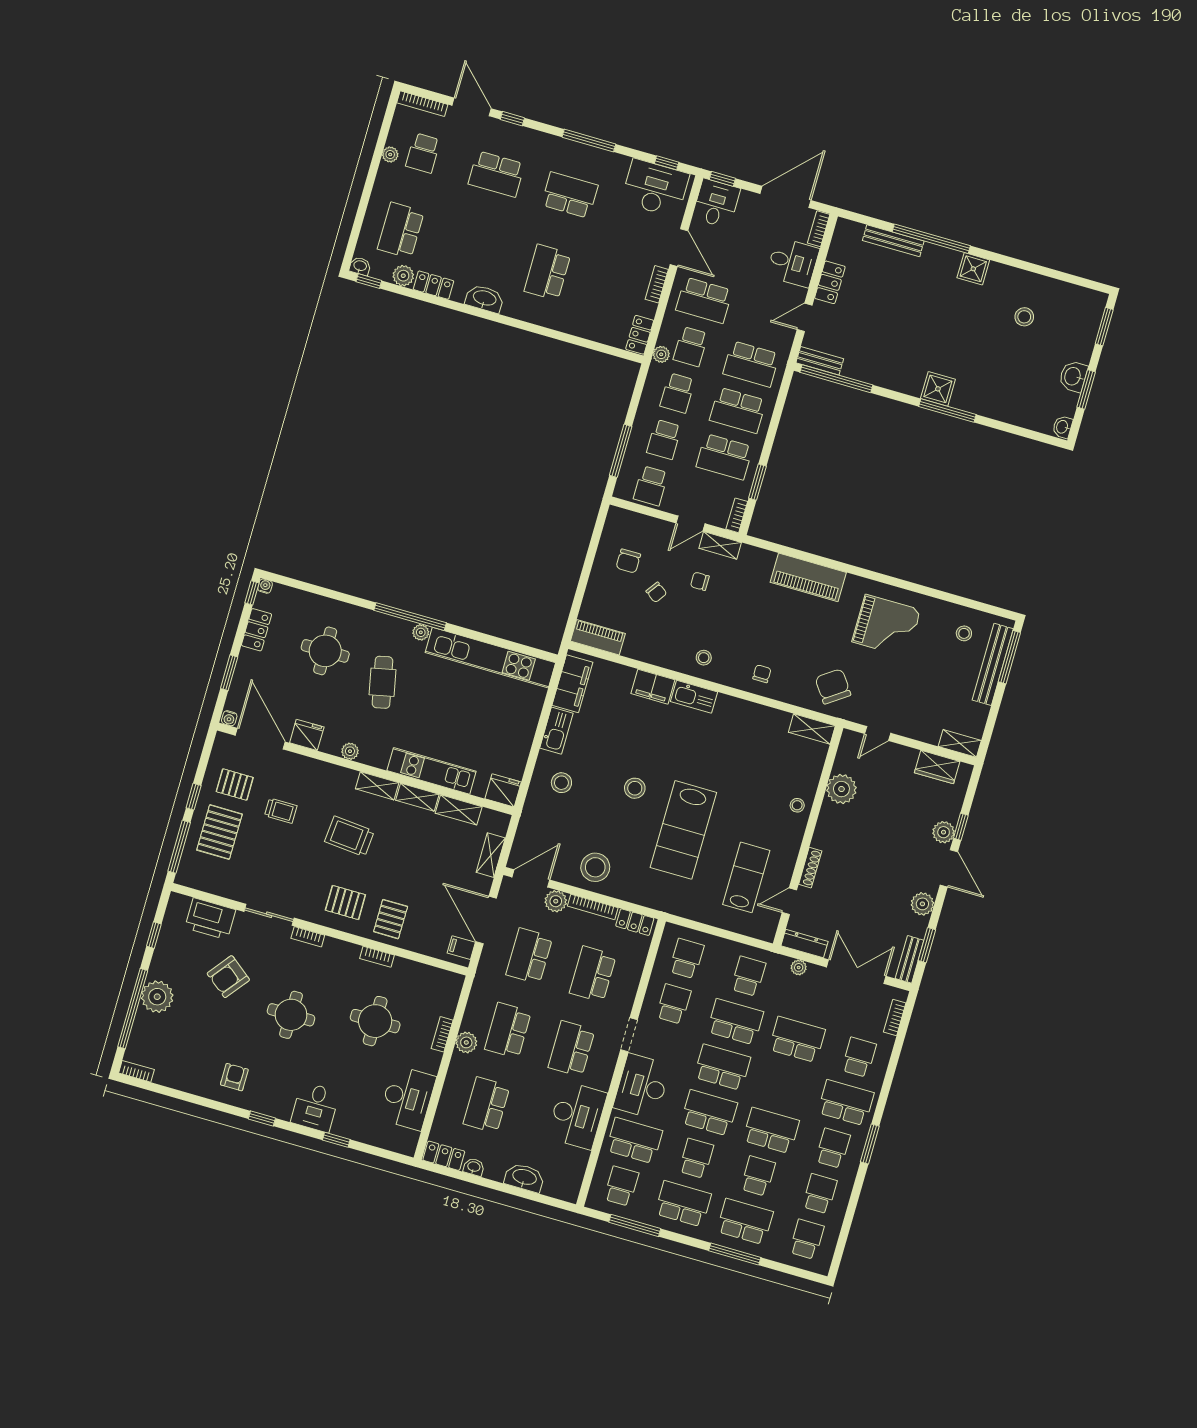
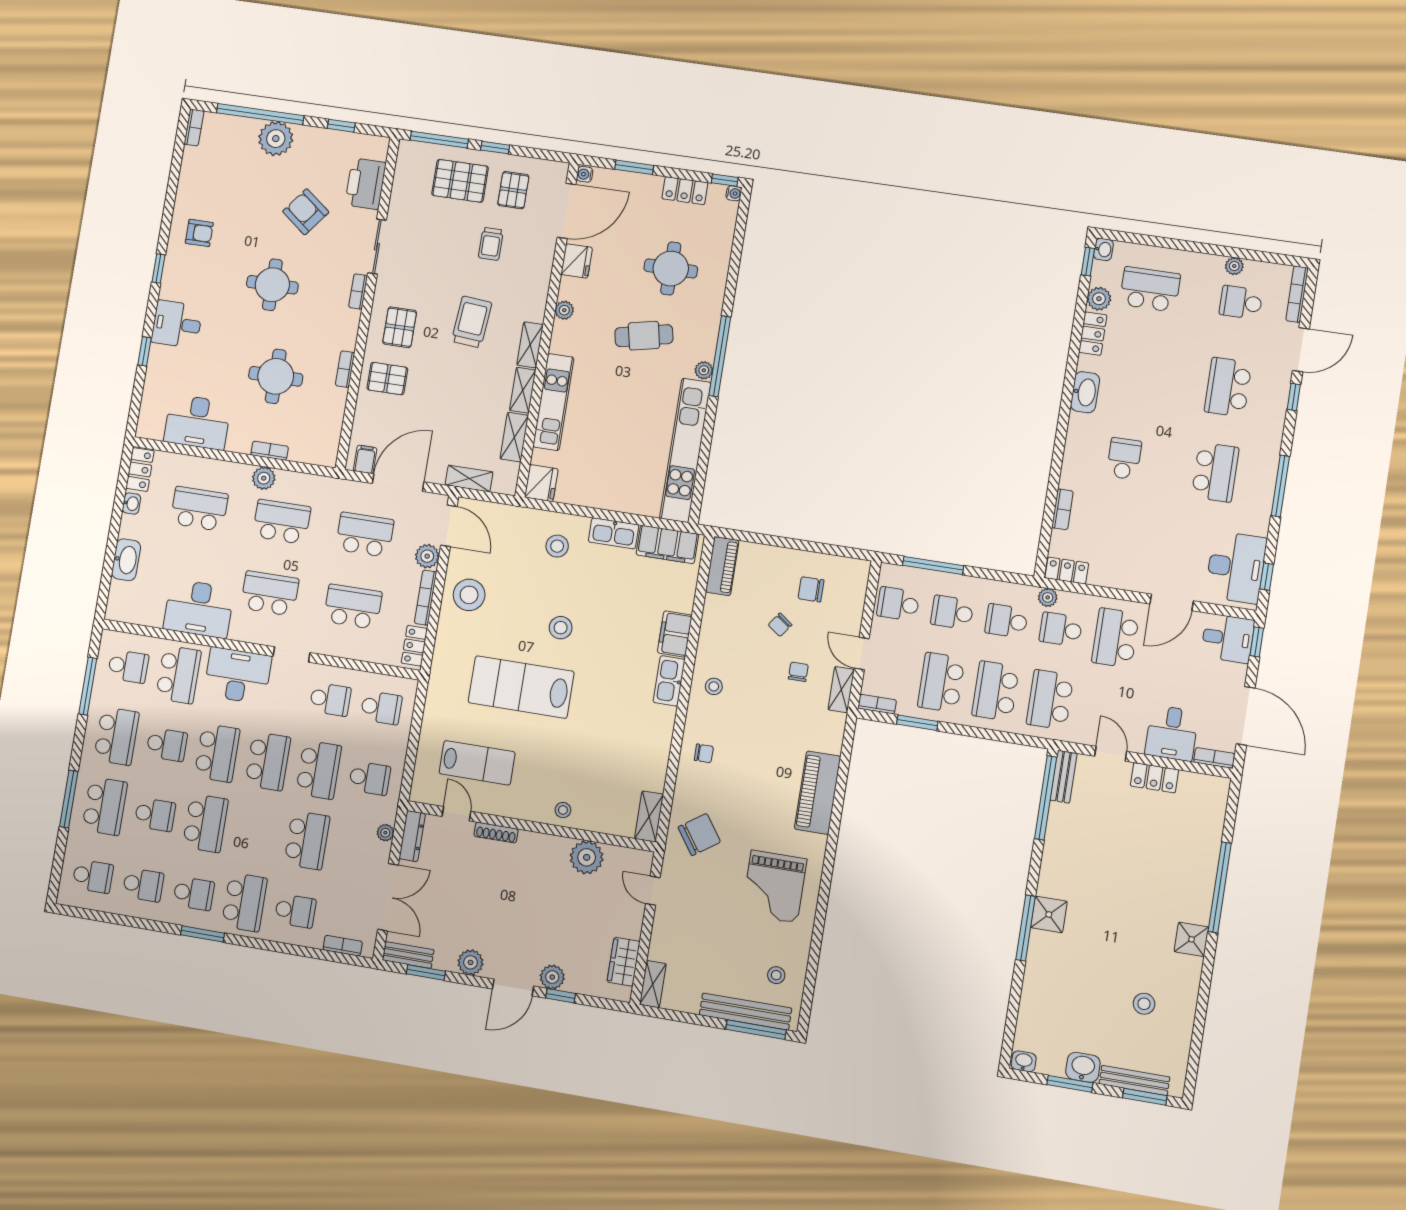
bench: (893, 241) -> (1134, 1080), moved, turned 90
school desk: (548, 272) -> (1124, 459), width x0.54
bookcase: (657, 284) -> (1062, 509), moved, turned 90

